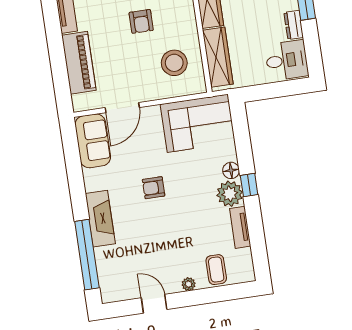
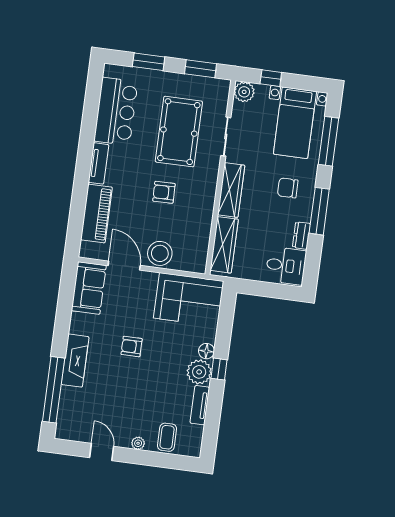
armchair: (141, 21) -> (164, 192), turned 89
stool: (174, 63) -> (160, 253), moved
door: (122, 108) -> (124, 266), swing flipped

